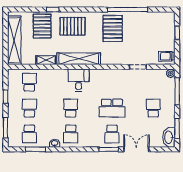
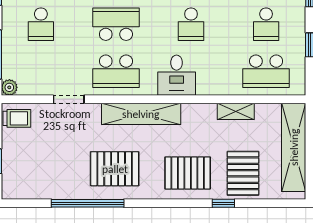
pallet: (113, 29) -> (115, 169), turned 90
shelving: (79, 59) -> (141, 114), moved
school desk: (29, 82) -> (266, 71), width x1.85
school desk: (112, 82) -> (116, 71), added

